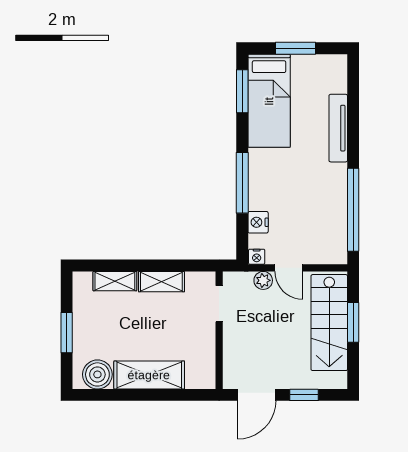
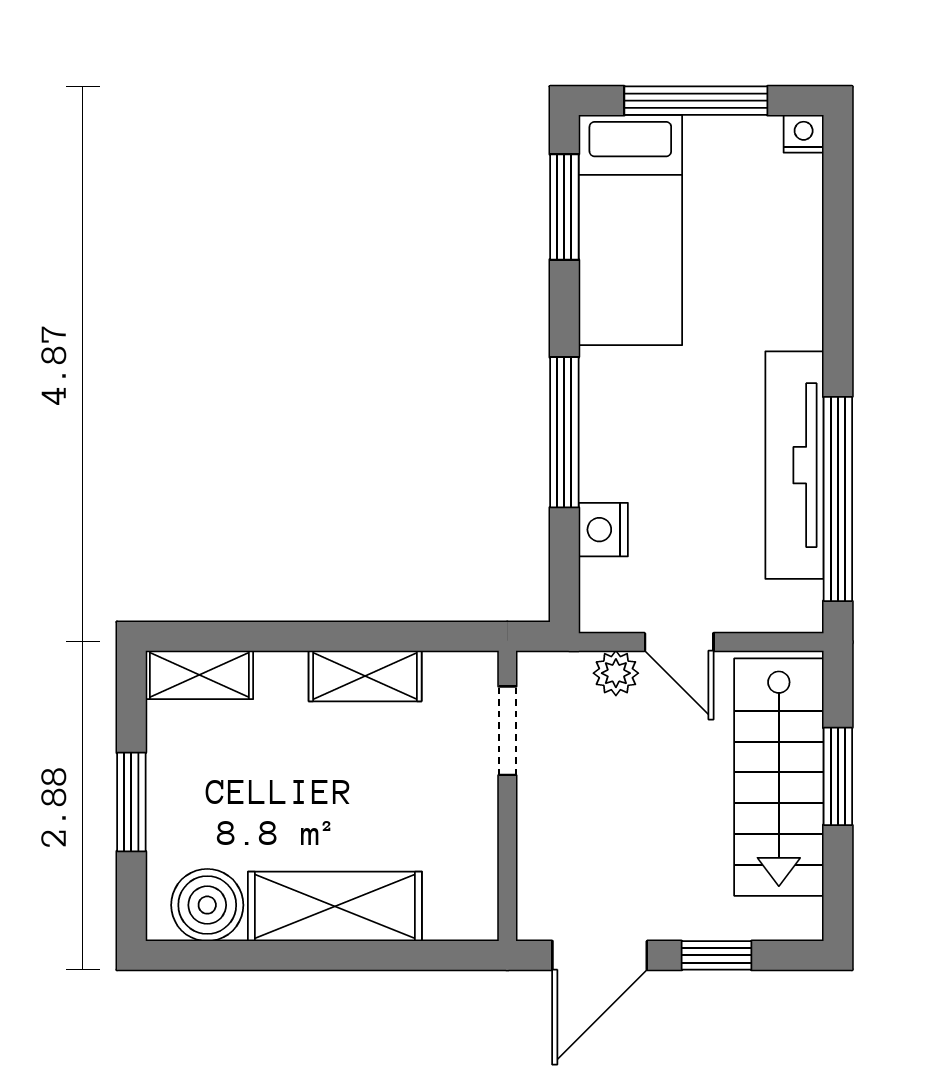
window: (296, 48) -> (696, 101), width x1.44
tv unit: (338, 128) -> (794, 465), moved, width x1.36, depth x1.29
nightstand: (257, 257) -> (804, 134), moved, turned 180
shelving: (115, 281) -> (199, 675), moved

